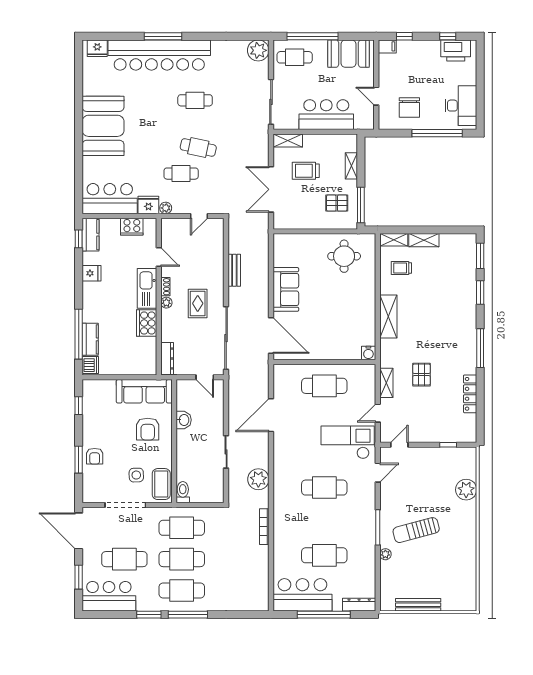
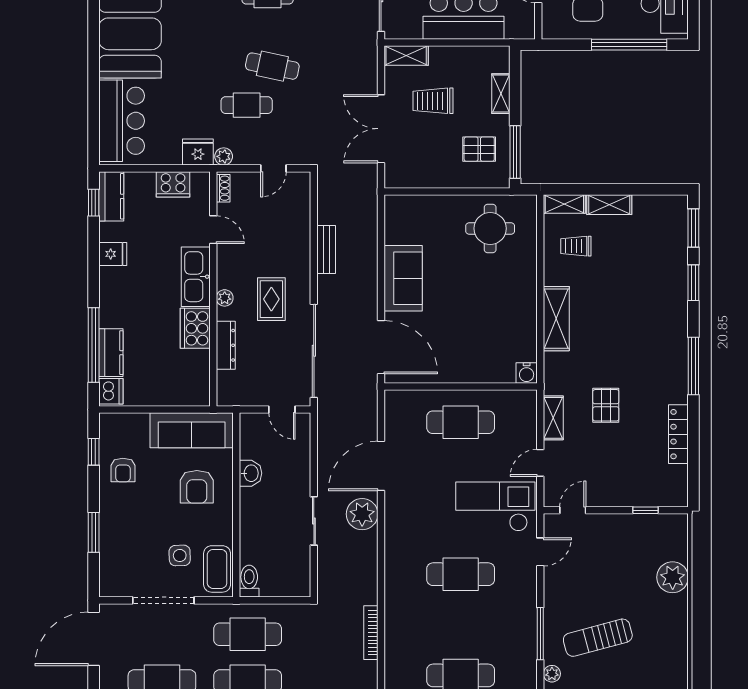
bar counter: (110, 199) -> (122, 121), moved, turned 90
shoe rack: (165, 287) -> (223, 188), moved
dresser: (167, 359) -> (226, 345), moved
armchair: (95, 456) -> (123, 470), moved
plant: (258, 479) -> (362, 514), moved
door: (79, 531) -> (94, 639), hinge flipped

